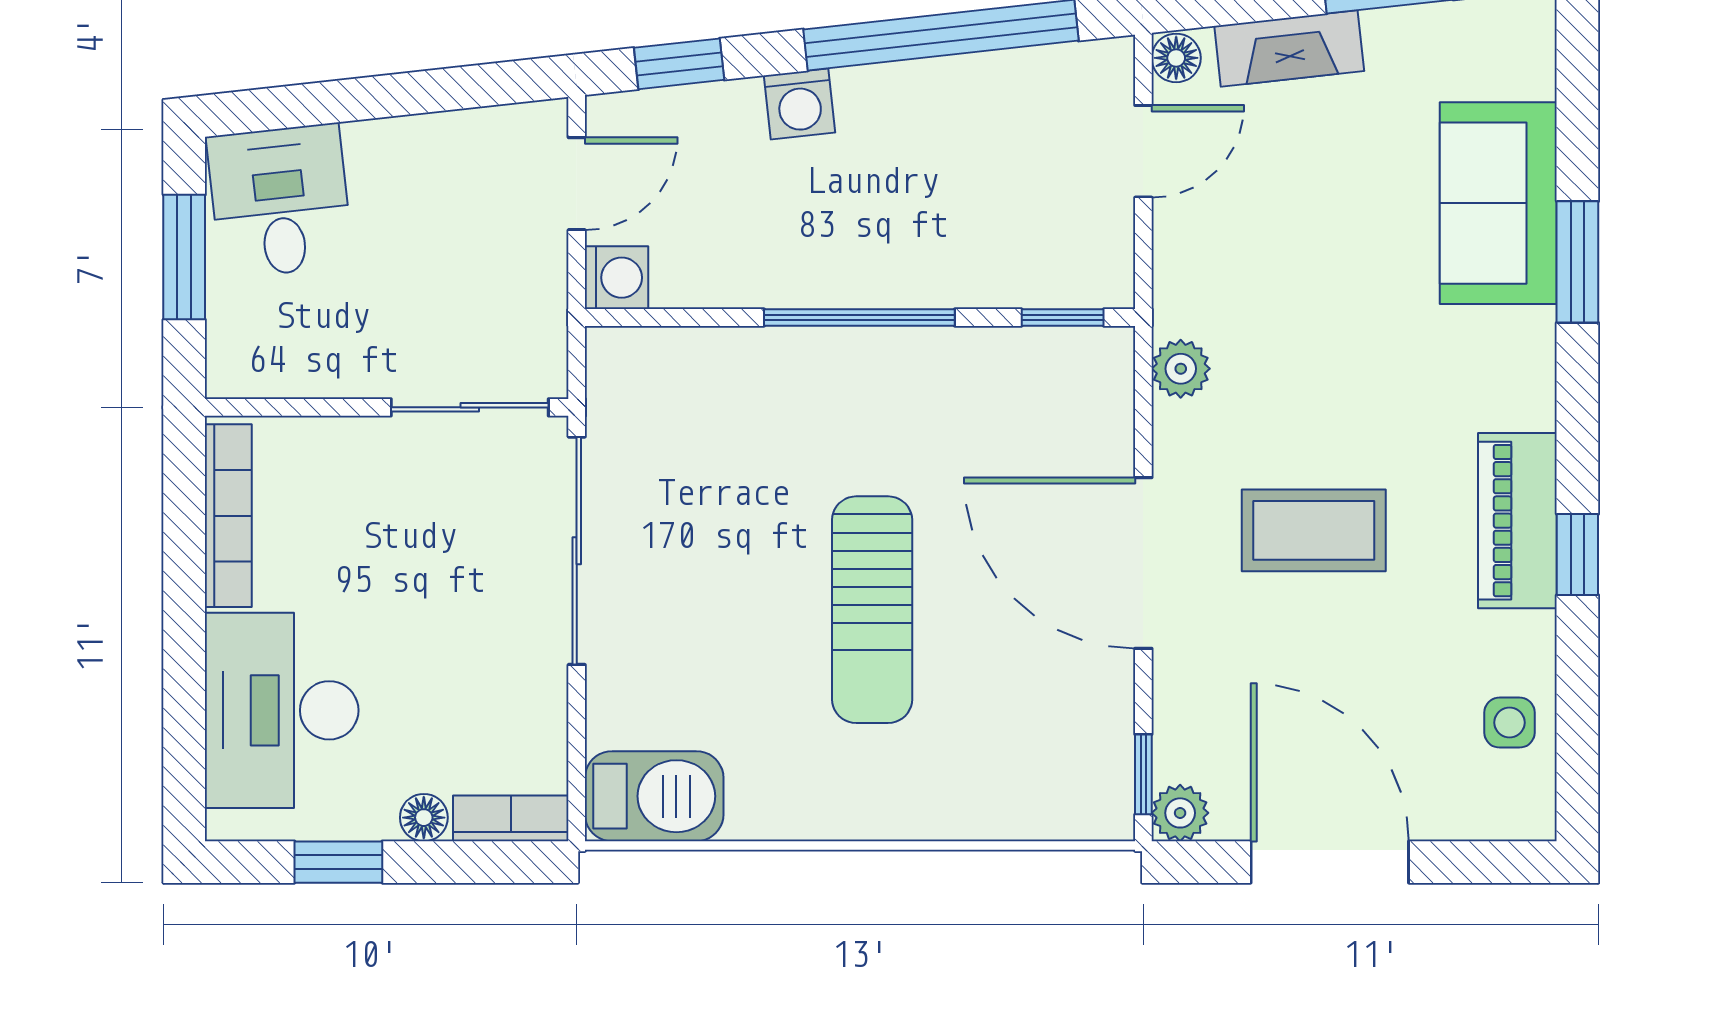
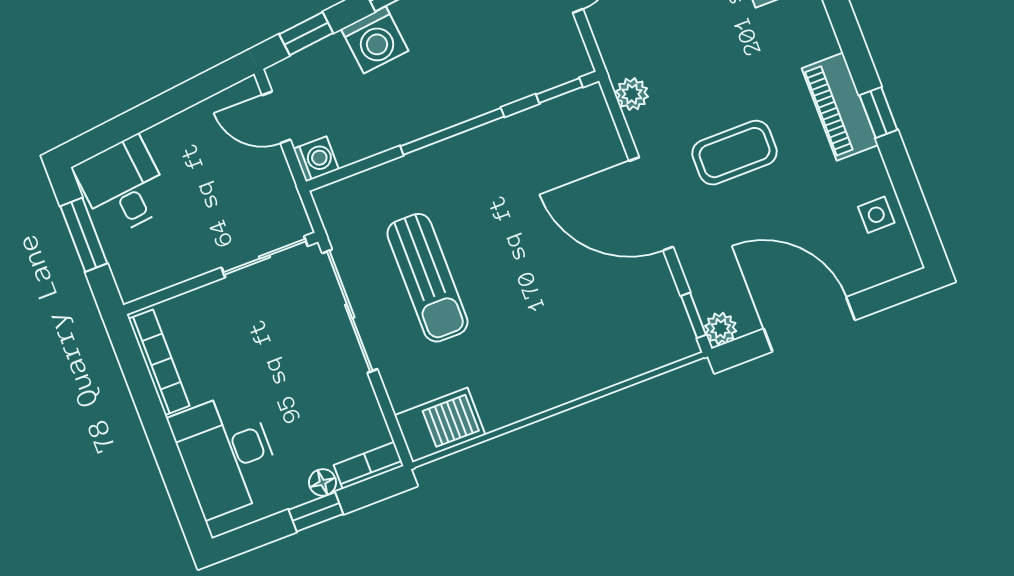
washing machine: (800, 104) -> (375, 40), width x1.38, depth x1.38
door: (577, 184) -> (276, 117), swing flipped
sun lounger: (872, 610) -> (427, 278), moved
window: (338, 862) -> (316, 512), moved

